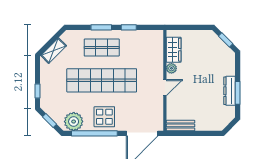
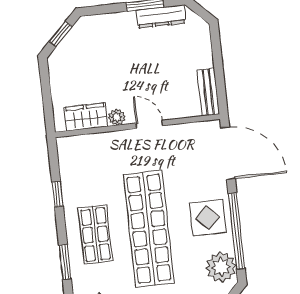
window: (101, 27) -> (65, 262), moved
dresser: (230, 91) -> (161, 16), moved

